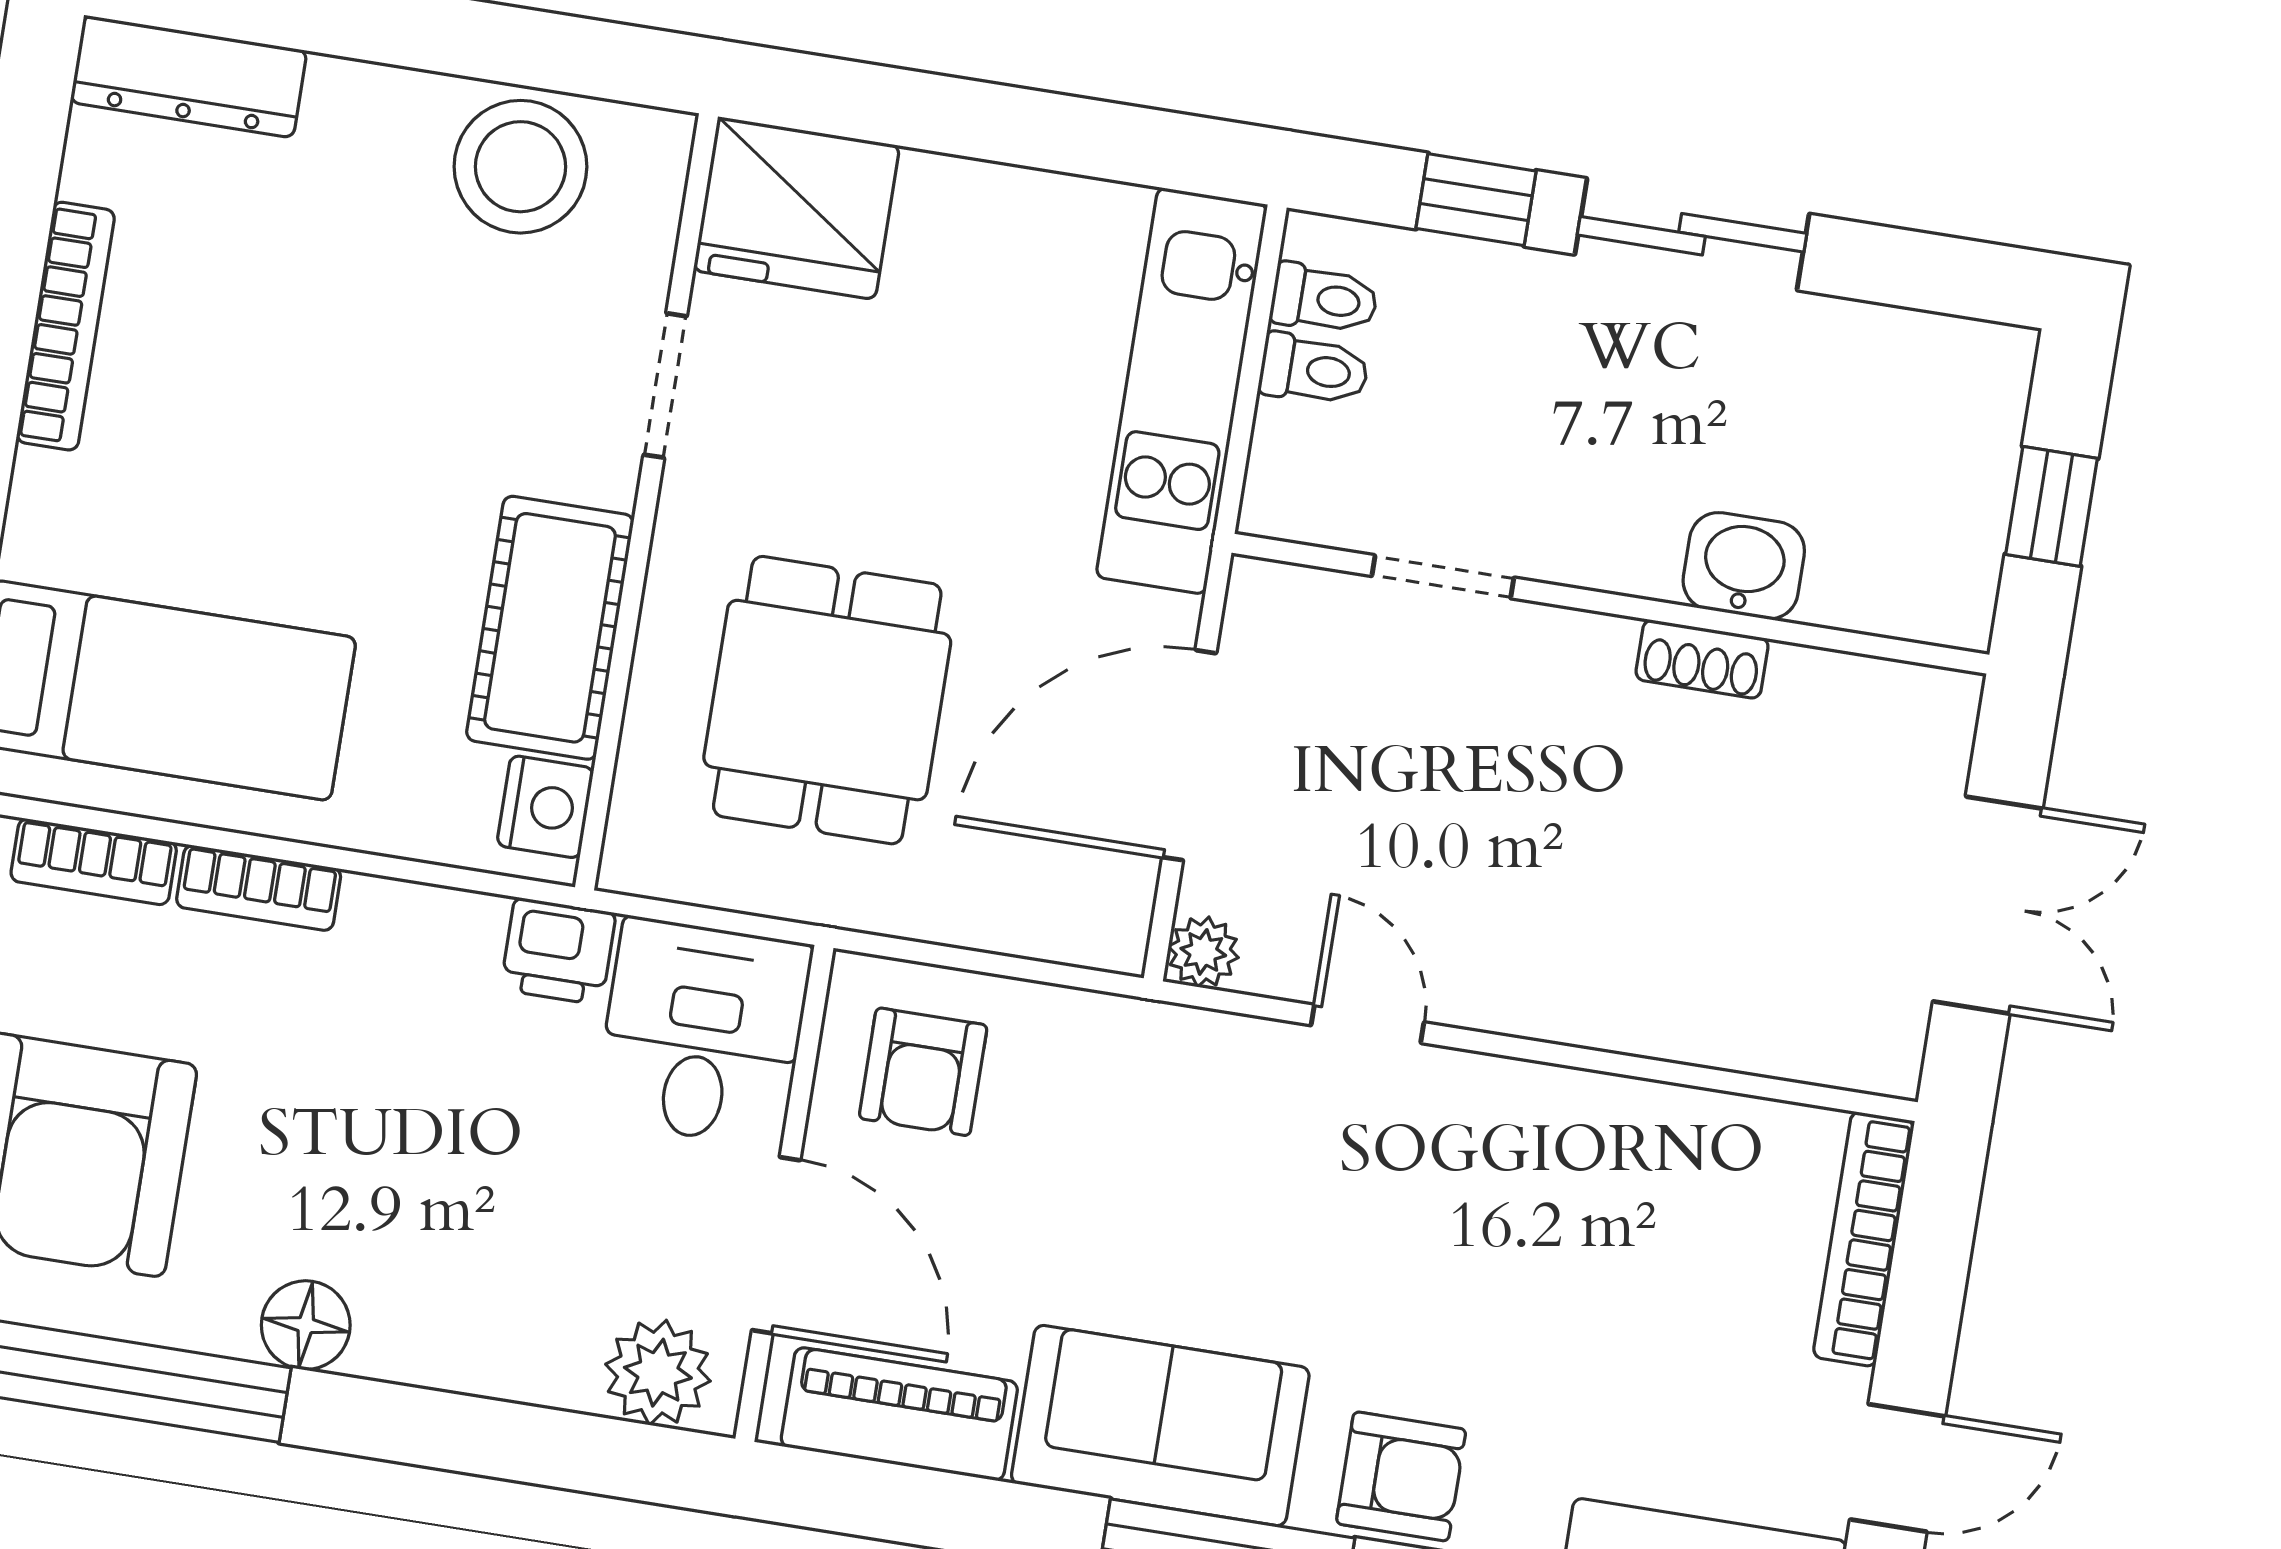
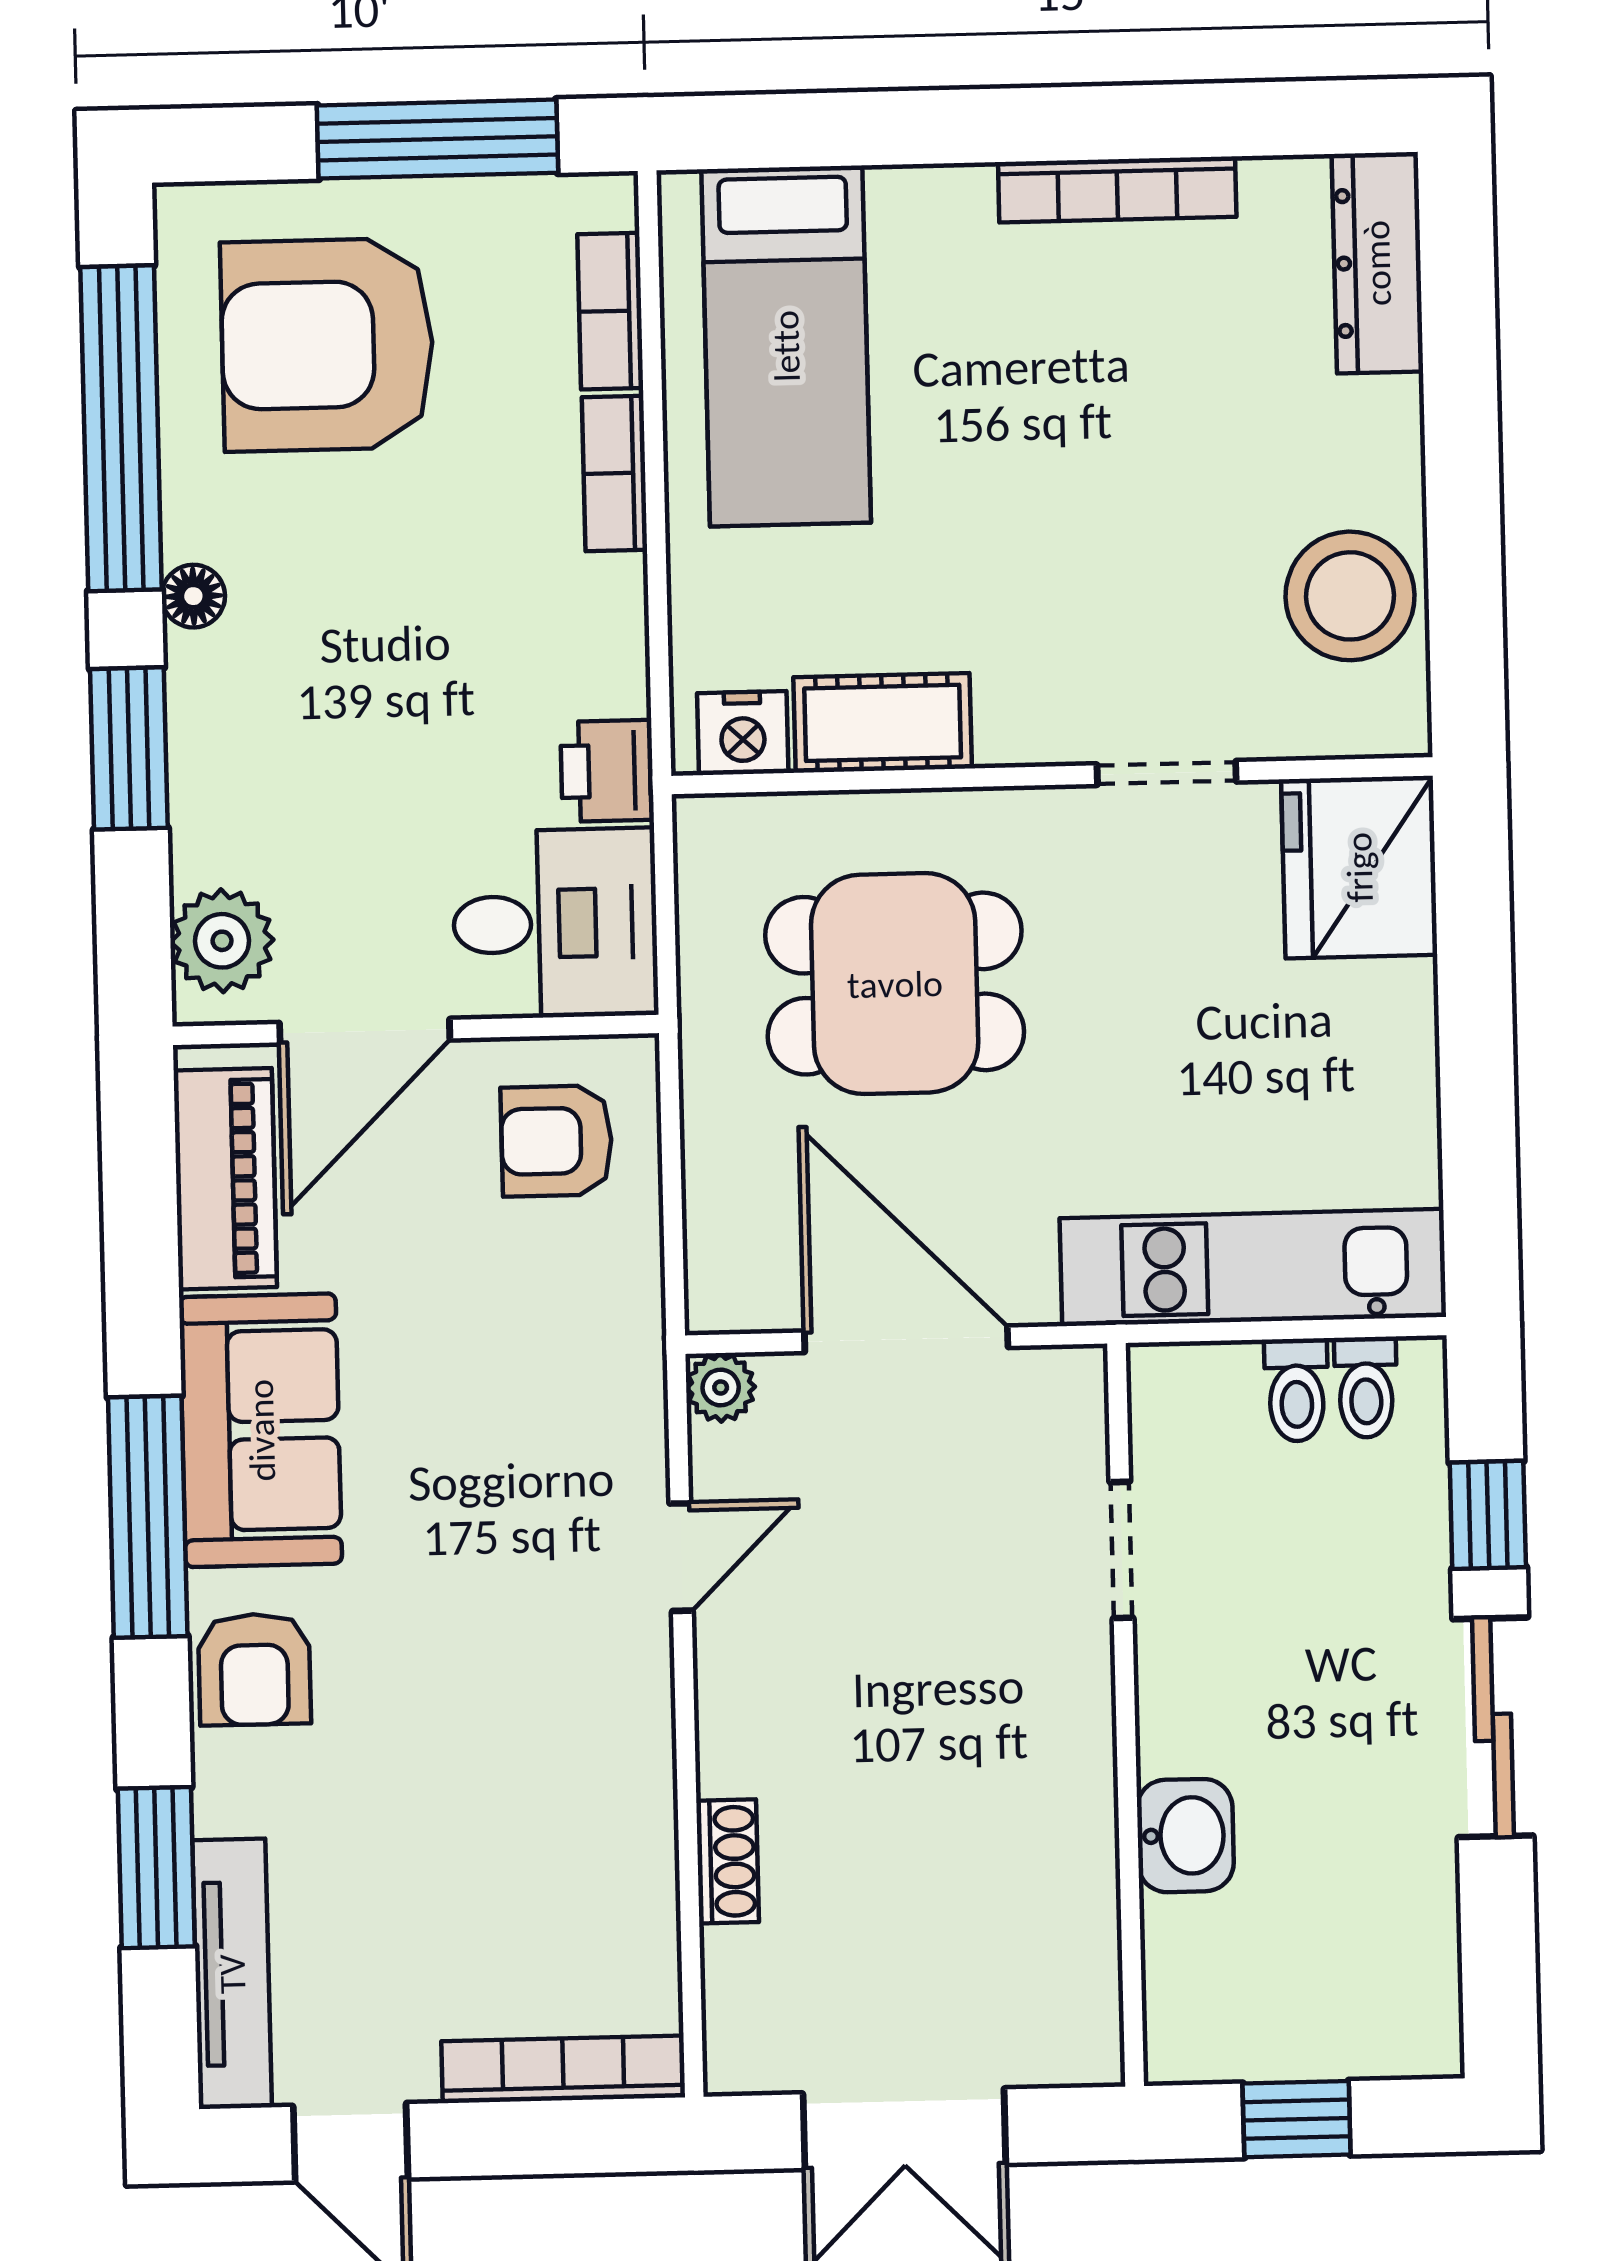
cot: (550, 628) -> (883, 723), width x0.73, depth x0.75
shoe rack: (1702, 659) -> (728, 1861), moved, turned 180
floor lamp: (306, 1325) -> (193, 596), width x0.73, depth x0.73
window: (446, 1431) -> (129, 748), added

